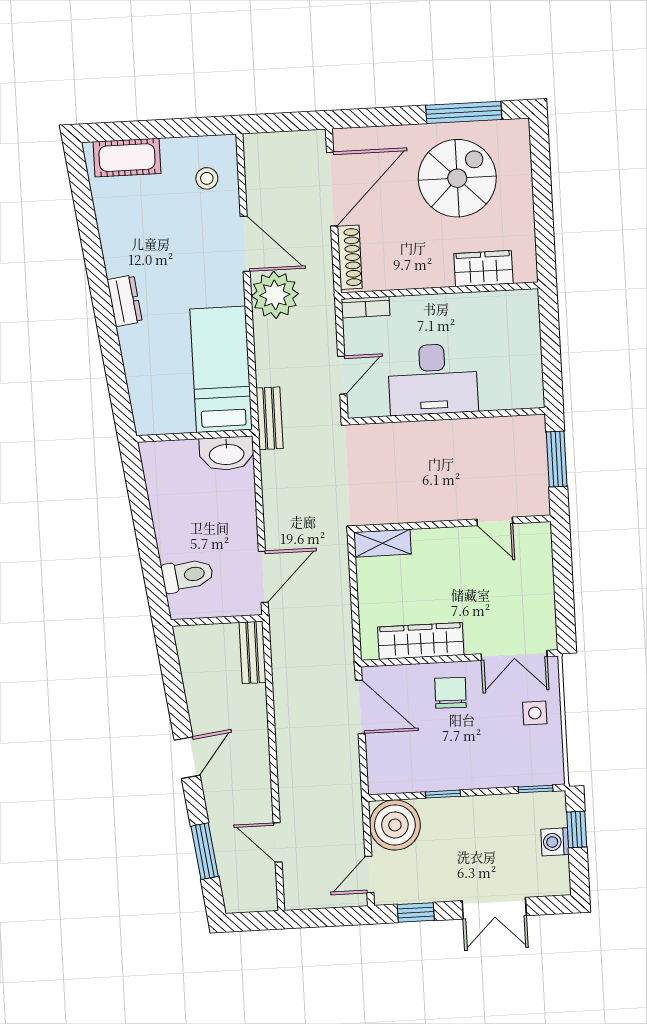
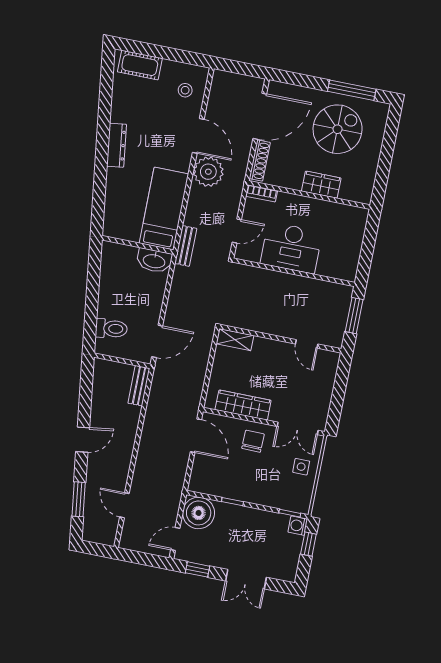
wardrobe: (483, 269) -> (321, 185), moved
dresser: (125, 301) -> (116, 145), width x1.44
washing machine: (555, 842) -> (298, 526), moved

